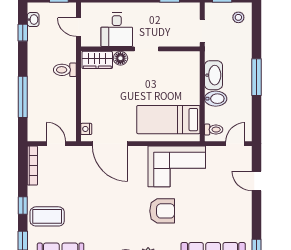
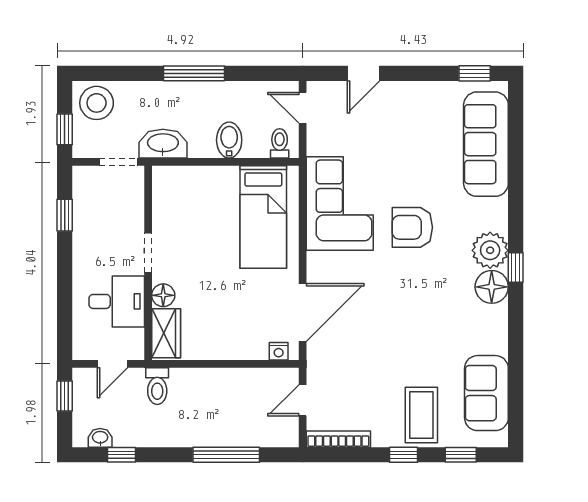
stool: (238, 17) -> (97, 103), width x1.89, depth x1.89
toilet: (65, 70) -> (157, 386), moved
washbasin: (213, 75) -> (163, 144), moved
armchair: (162, 211) -> (412, 227), turned -90

